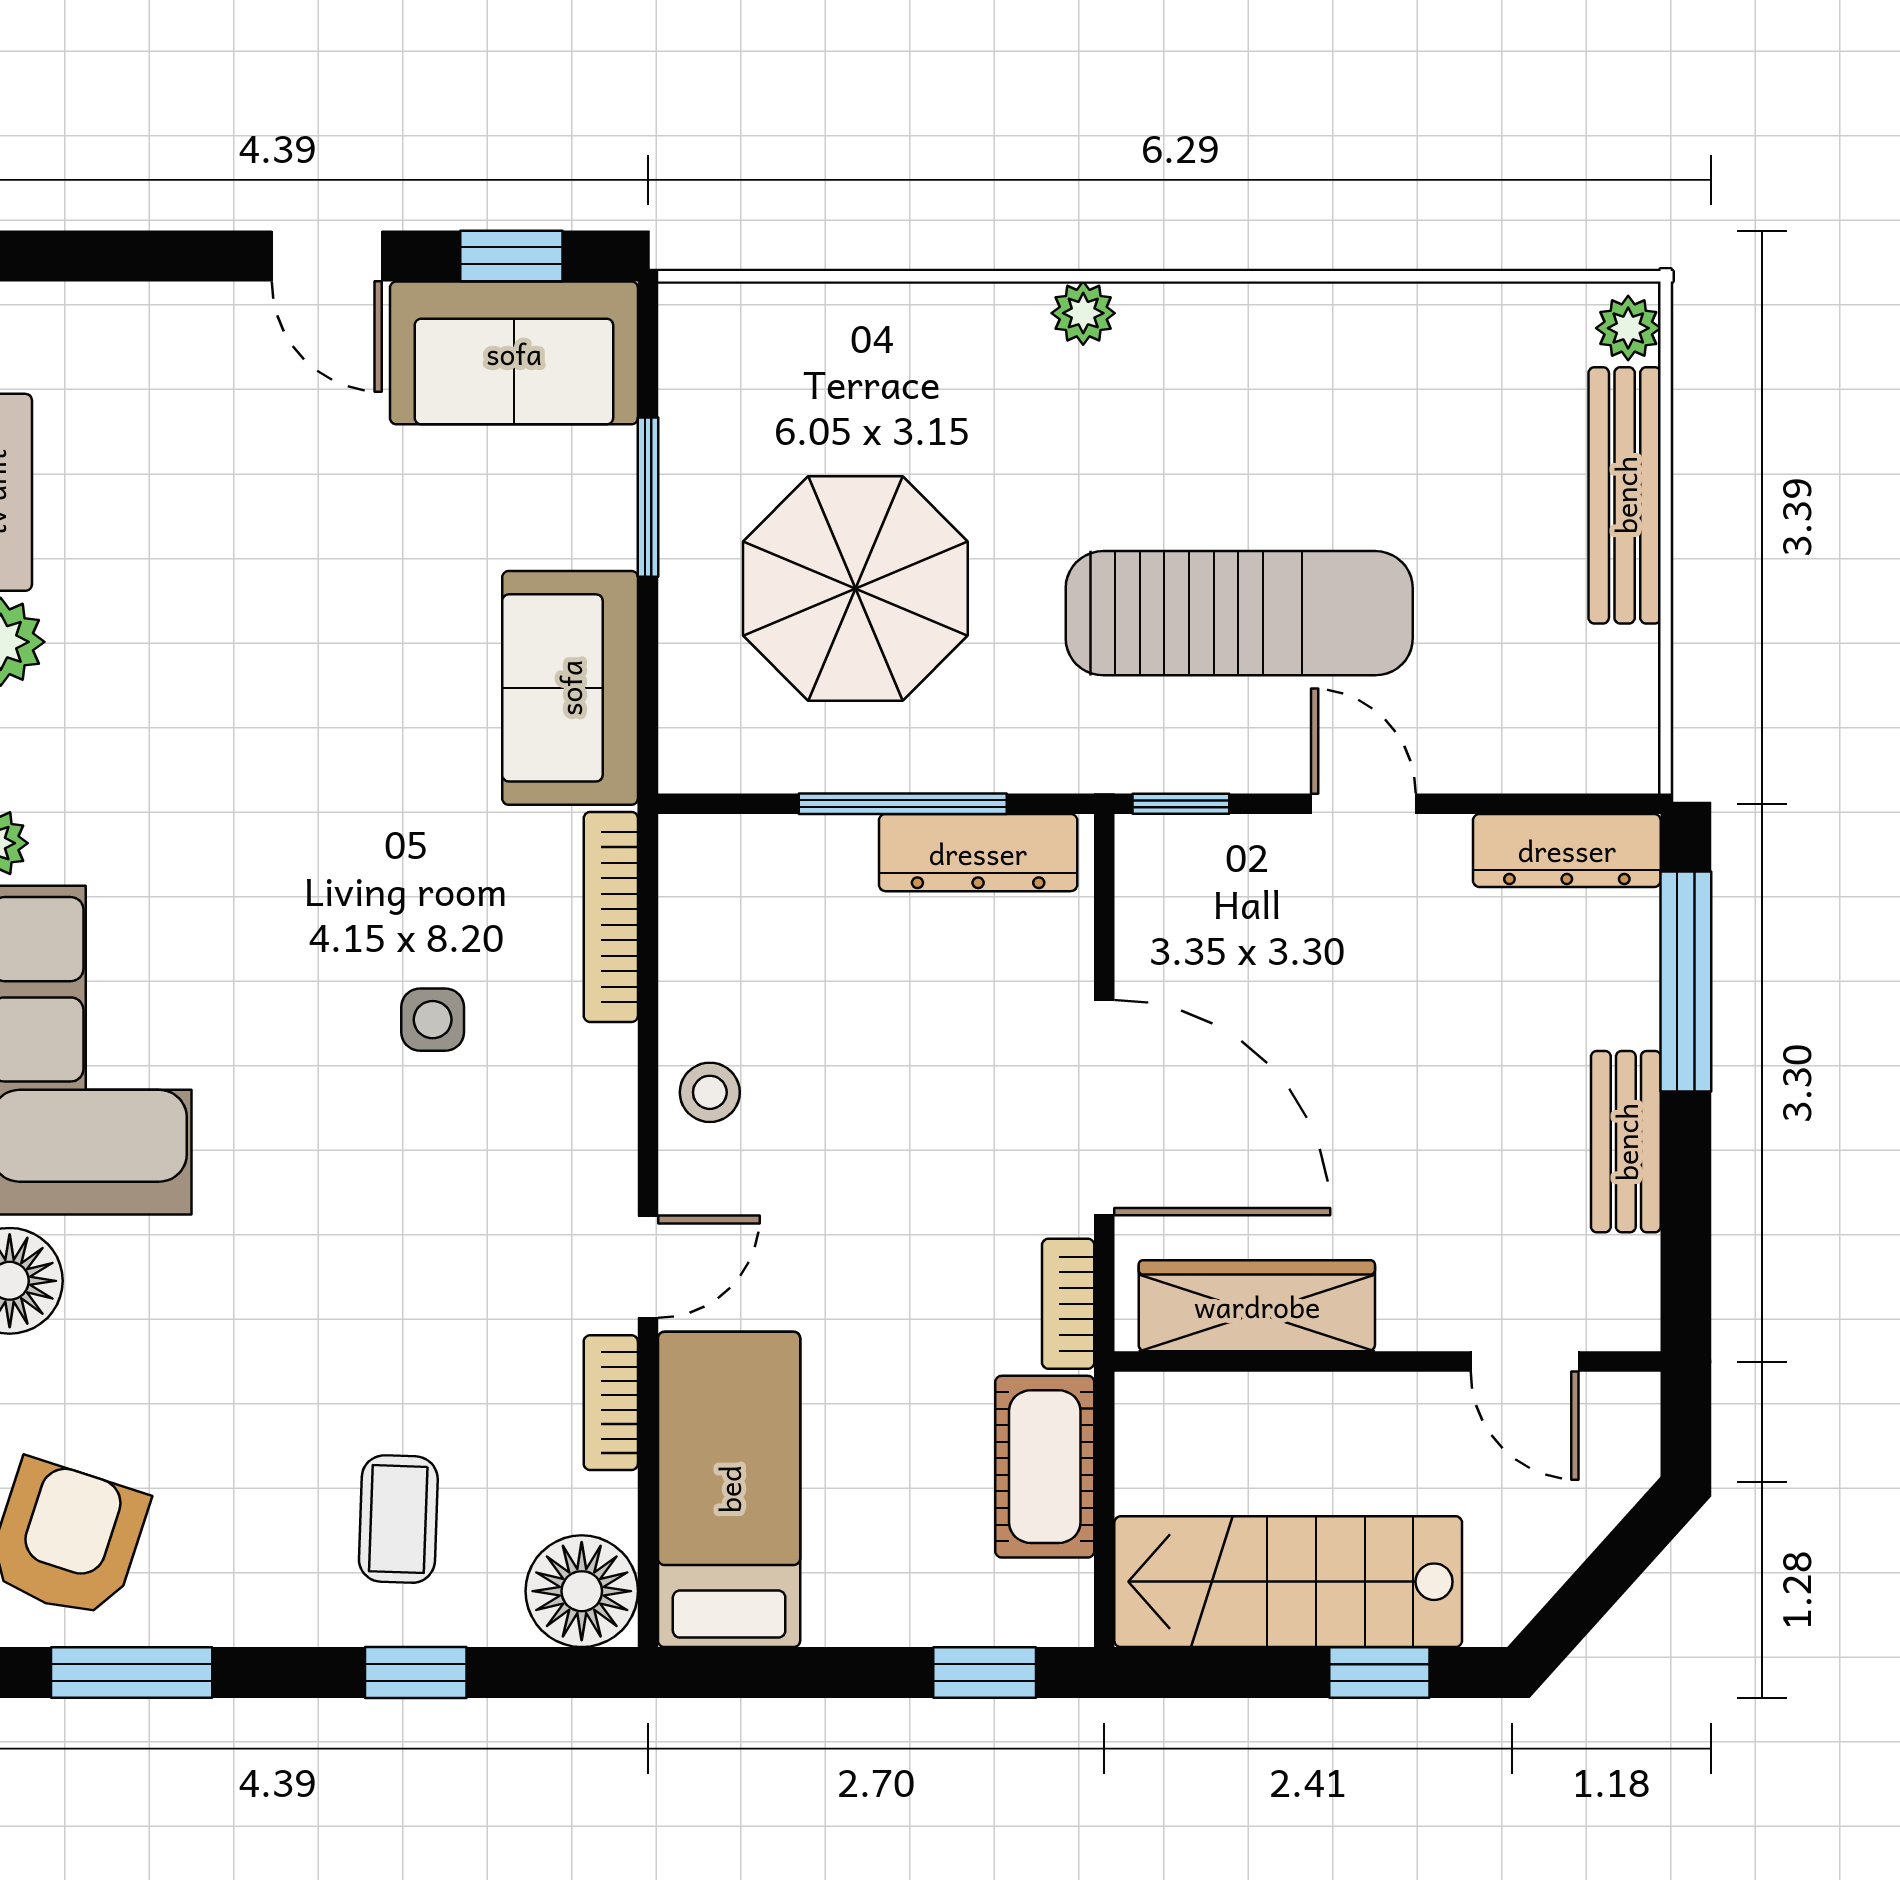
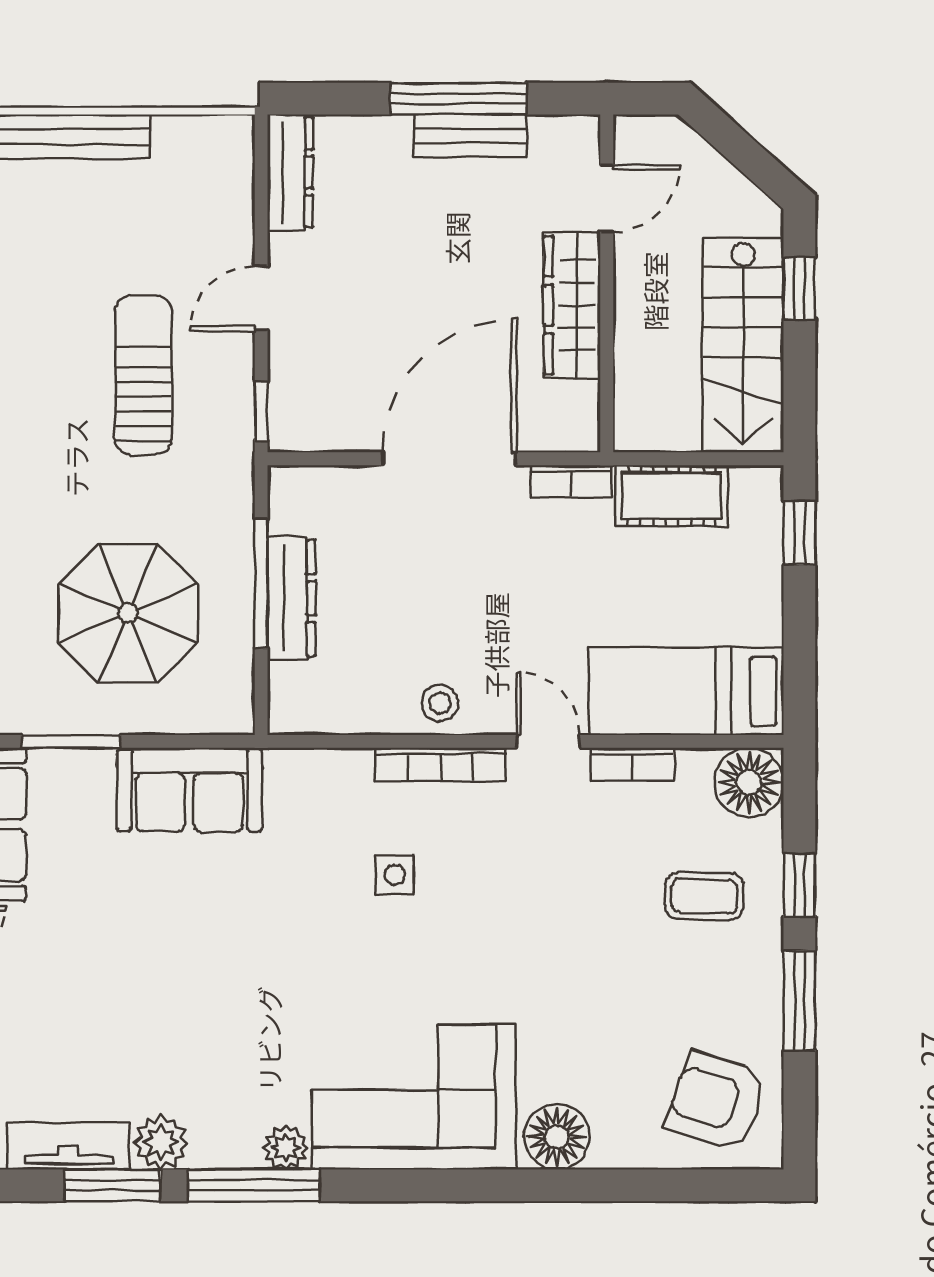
sun lounger: (1239, 613) -> (143, 375), width x0.73, depth x0.75
dresser: (978, 853) -> (291, 598), moved
bookcase: (611, 917) -> (441, 764), moved
window: (1686, 981) -> (459, 99), moved
wardrobe: (1257, 1306) -> (572, 305), moved
window: (132, 1673) -> (799, 1001), moved

